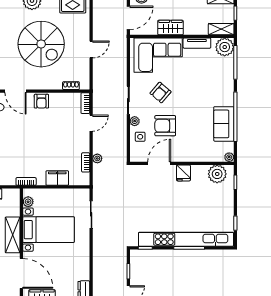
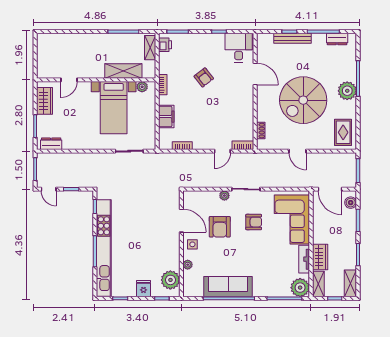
wardrobe: (170, 28) -> (320, 257), moved
door: (16, 91) -> (255, 74), swing flipped
armchair: (161, 92) -> (254, 222), turned 139
armchair: (41, 101) -> (204, 77), moved, turned -128
door: (91, 123) -> (222, 151), hinge flipped
sofa: (224, 124) -> (228, 287), width x1.36
armchair: (165, 126) -> (220, 227), turned 180
side table: (140, 137) -> (192, 244), moved
plant: (229, 157) -> (188, 265), moved
plant: (97, 158) -> (186, 157), removed
fridge: (183, 173) -> (144, 289), moved, turned 90
shelving: (13, 235) -> (123, 71), moved
door: (21, 273) -> (69, 80), width x0.53

